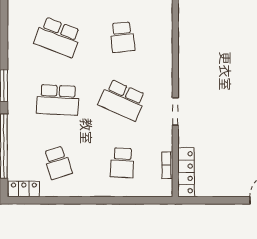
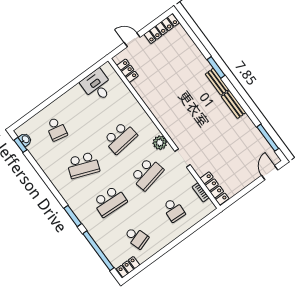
school desk: (122, 37) -> (120, 138), width x1.85
plant: (163, 75) -> (160, 143), added
school desk: (122, 100) -> (147, 174), turned -36

